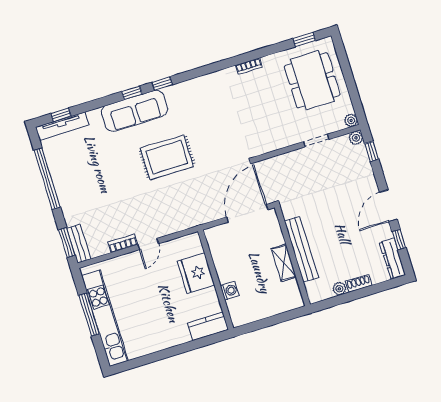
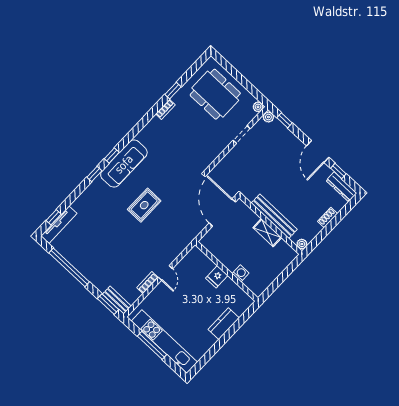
window: (304, 40) -> (173, 91), moved
sofa: (135, 111) -> (124, 164), moved
rug: (167, 157) -> (144, 205), width x0.73, depth x0.70
fridge: (196, 273) -> (217, 277), width x0.53, depth x0.75
plant: (339, 289) -> (302, 244), moved
kitchen counter: (208, 326) -> (224, 324), moved

